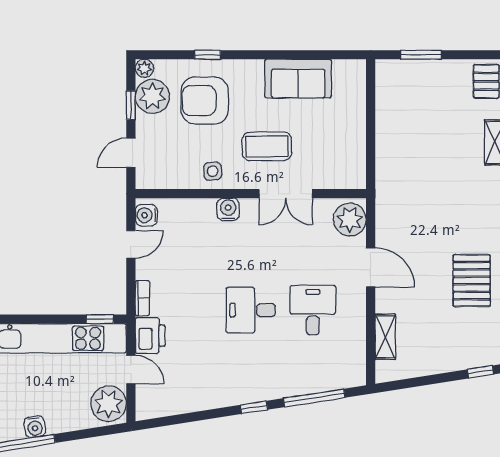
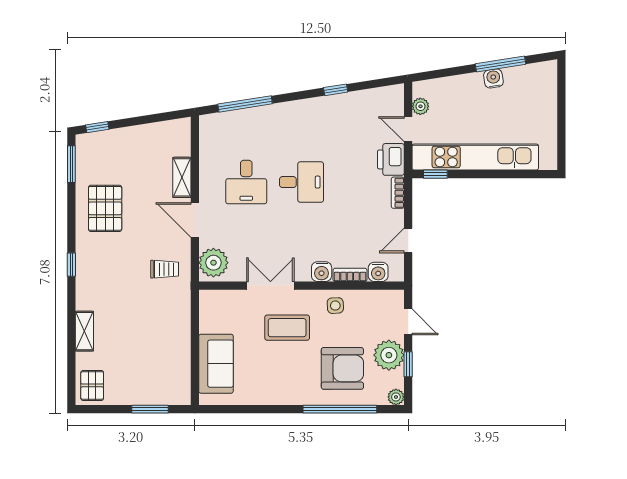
window: (208, 55) -> (340, 409), width x3.17
sofa: (298, 79) -> (216, 364), moved, turned 90
plant: (152, 96) -> (389, 355), moved
door: (131, 153) -> (408, 322), hinge flipped
bookcase: (196, 206) -> (350, 275), added
trolley: (405, 212) -> (165, 269), added
water cooler: (146, 215) -> (378, 272), moved, turned 90
shelving: (385, 337) -> (182, 177), moved
plant: (108, 404) -> (420, 106), width x0.53, depth x0.53
window: (254, 407) -> (336, 90), moved

